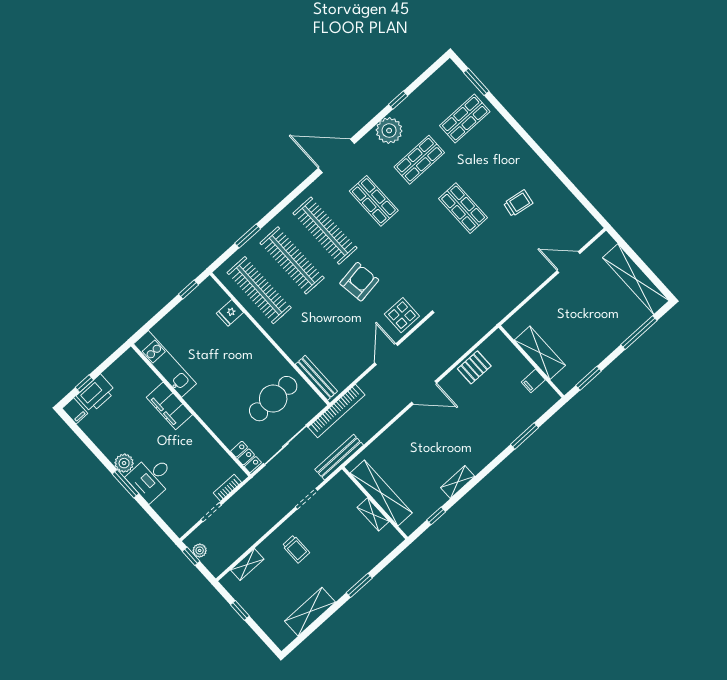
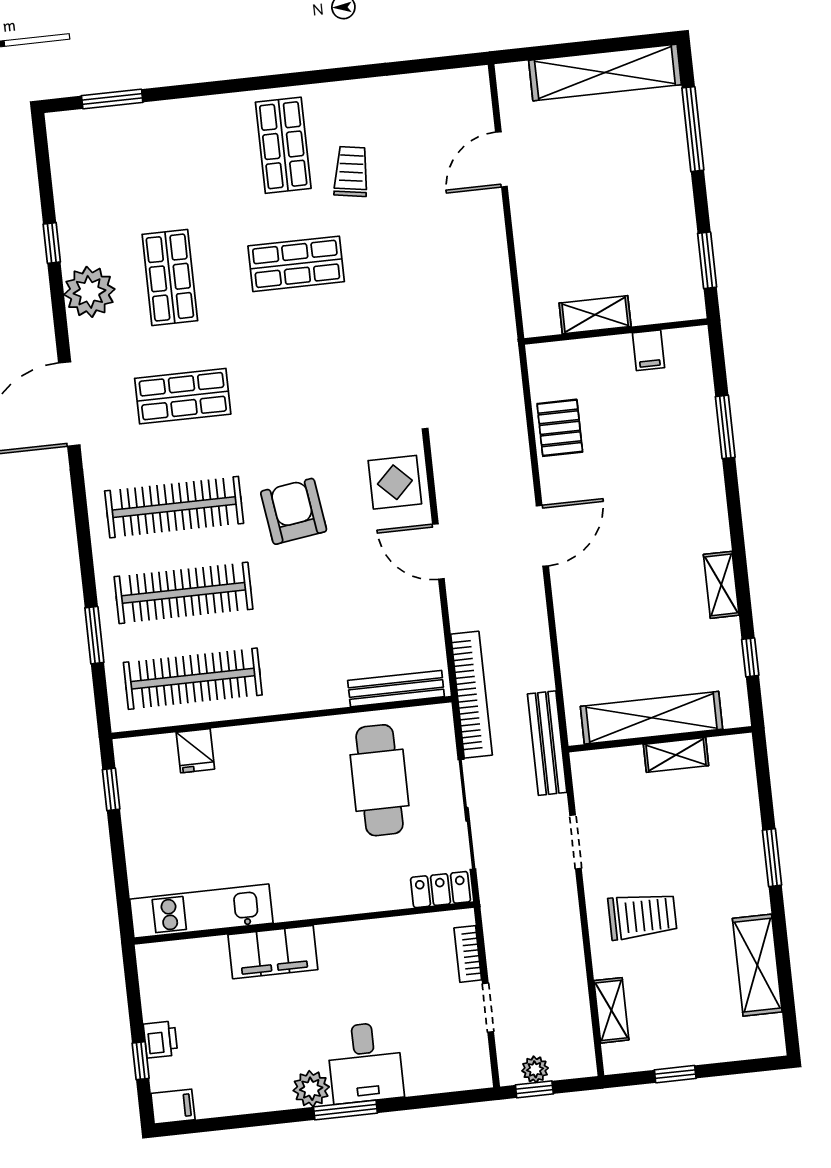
shop shelf: (465, 119) -> (283, 145), moved
shelving: (540, 353) -> (595, 315), width x0.67, depth x0.75
printer: (96, 394) -> (161, 1039), width x0.53, depth x0.68
trolley: (296, 549) -> (642, 916), width x1.36, depth x1.39

